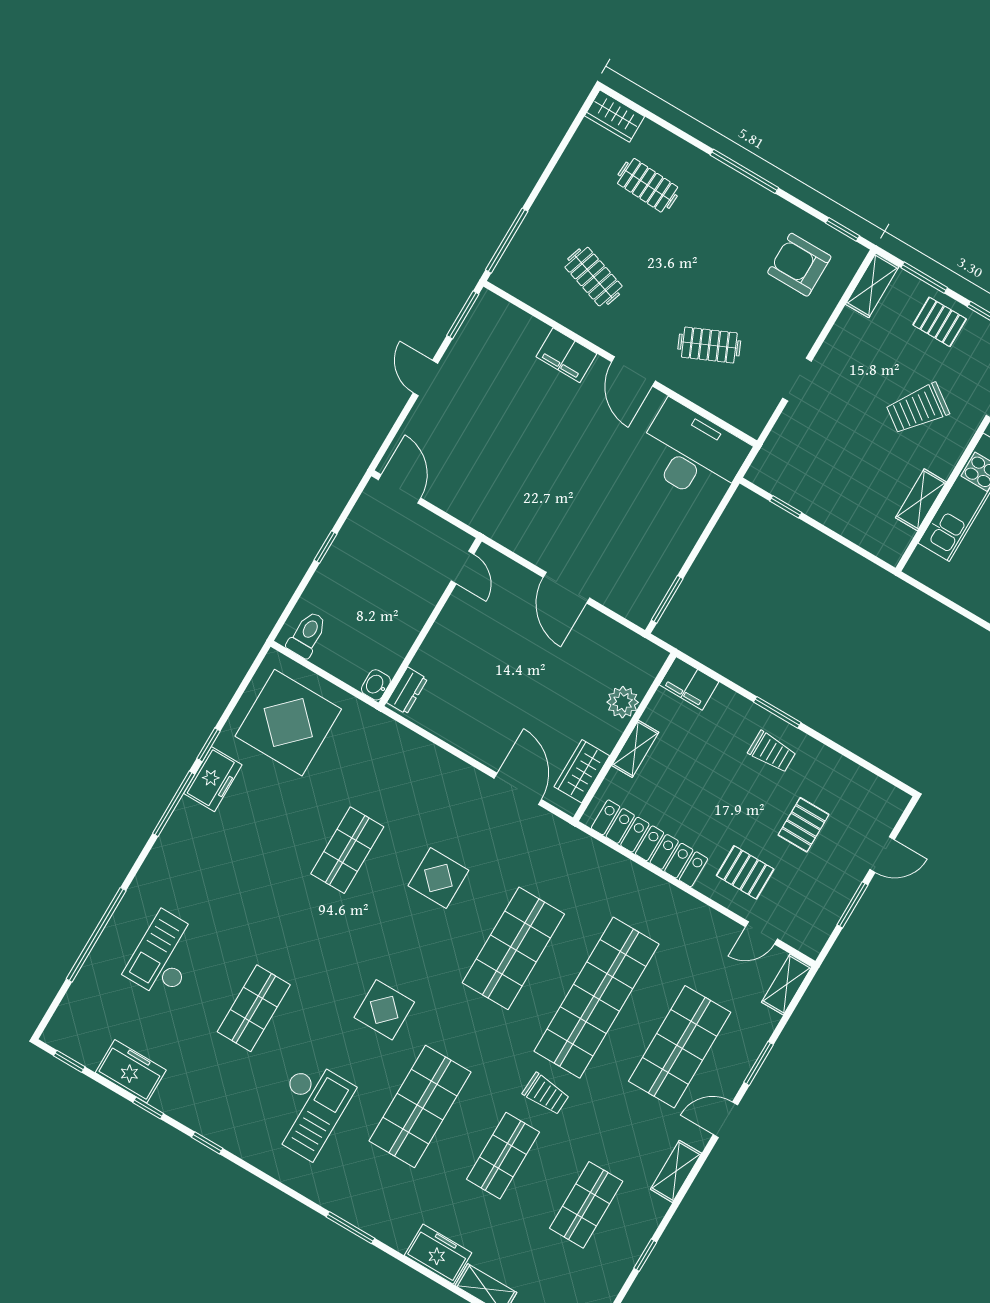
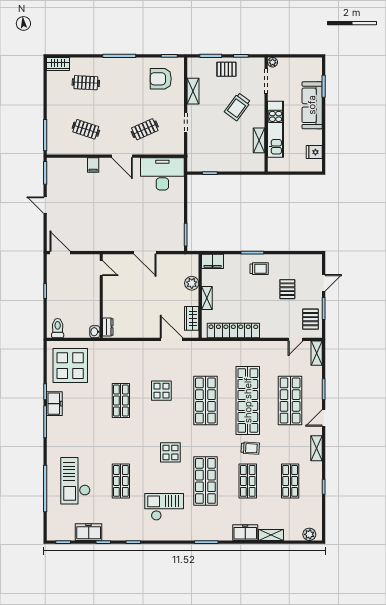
shelving: (872, 285) -> (193, 91), moved
filing cabinet: (566, 355) -> (93, 165), width x0.50
pallet: (745, 872) -> (311, 319), moved, turned 90
checkout: (165, 955) -> (75, 481), width x1.36, depth x1.21
checkout: (309, 1109) -> (164, 507), turned -90

